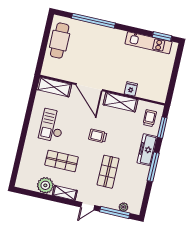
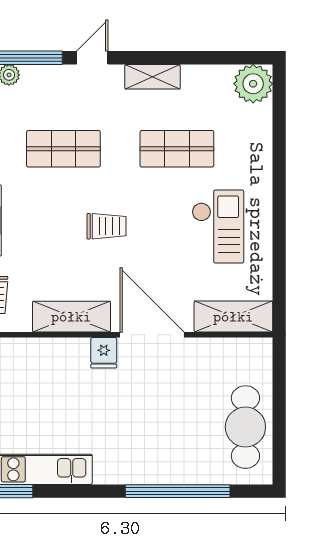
fridge: (131, 89) -> (104, 353), moved
shop shelf: (108, 172) -> (63, 149), turned 90
plant: (45, 185) -> (253, 84), moved

